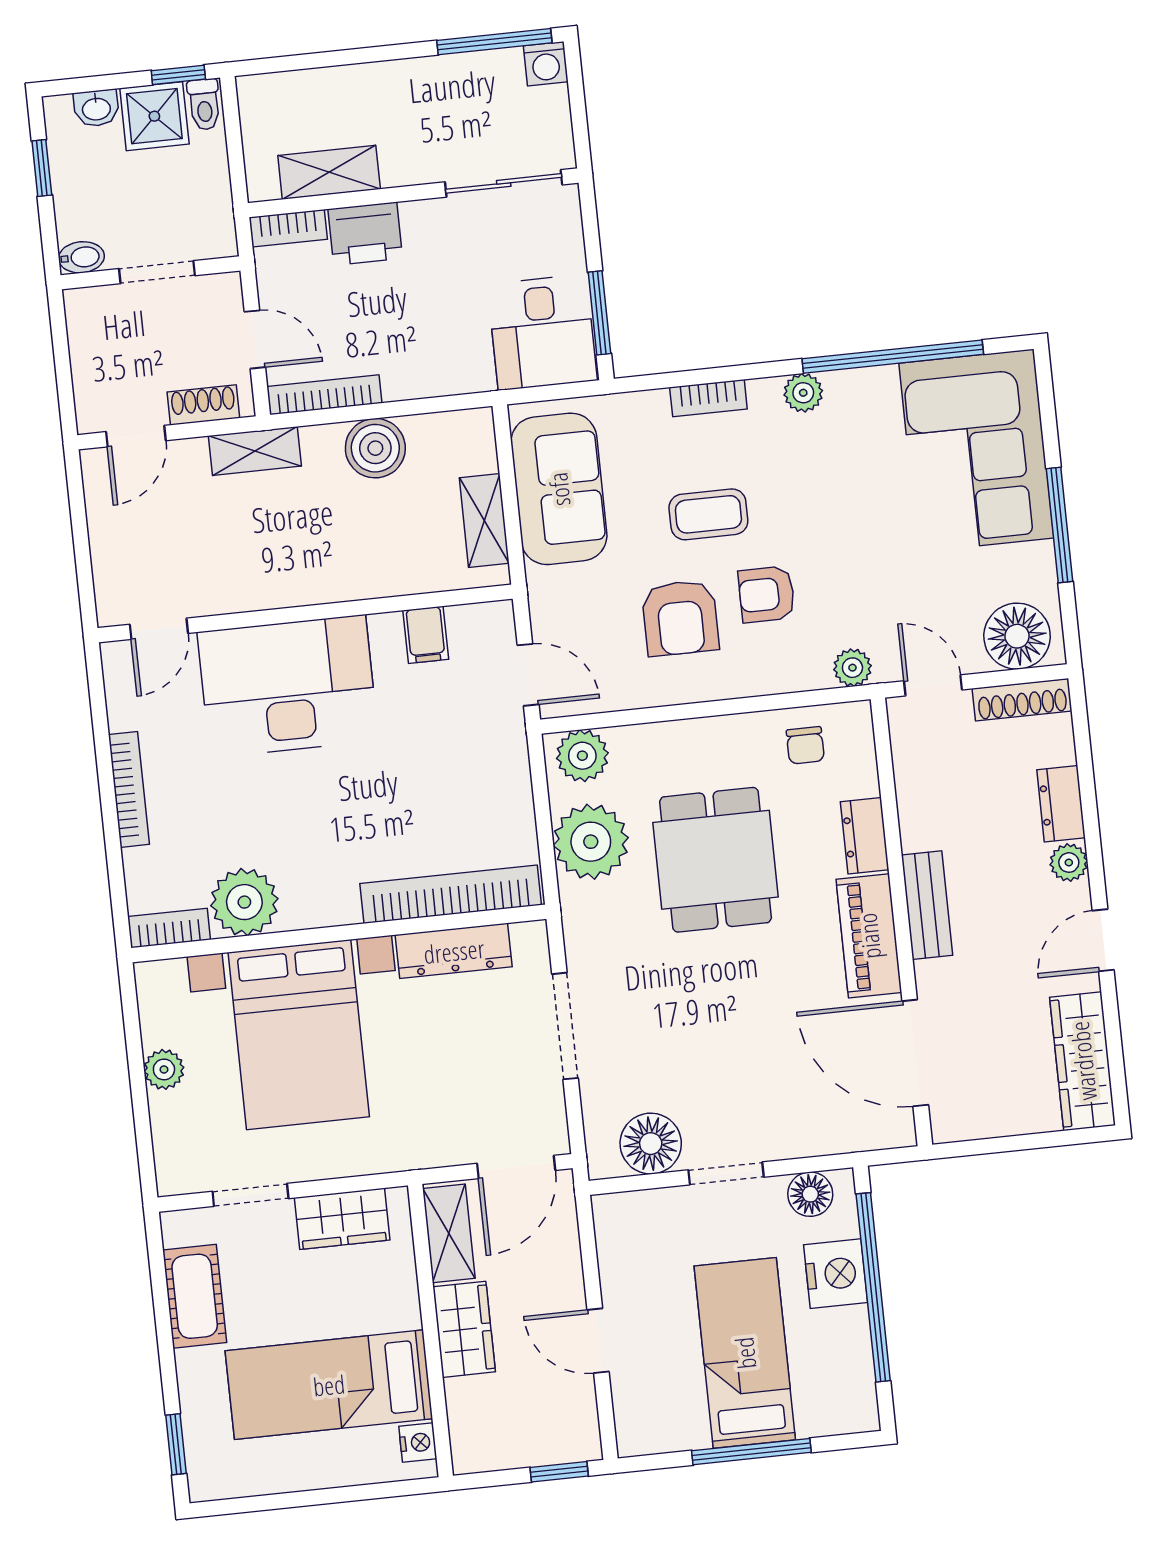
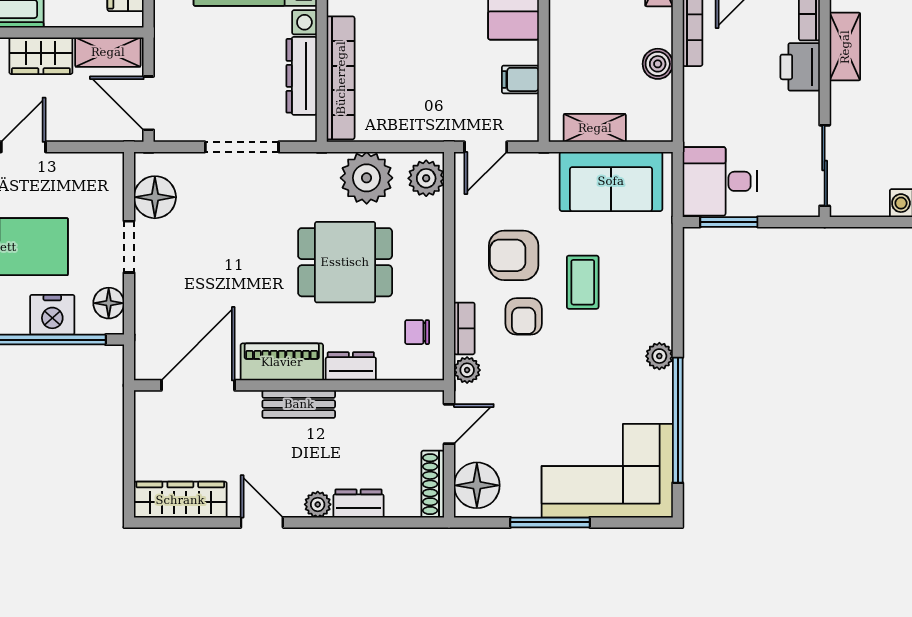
bookcase: (708, 398) -> (464, 328), moved, turned 180
boiler: (375, 448) -> (658, 64), width x0.73, depth x0.73
armchair: (767, 594) -> (524, 316), turned 180

